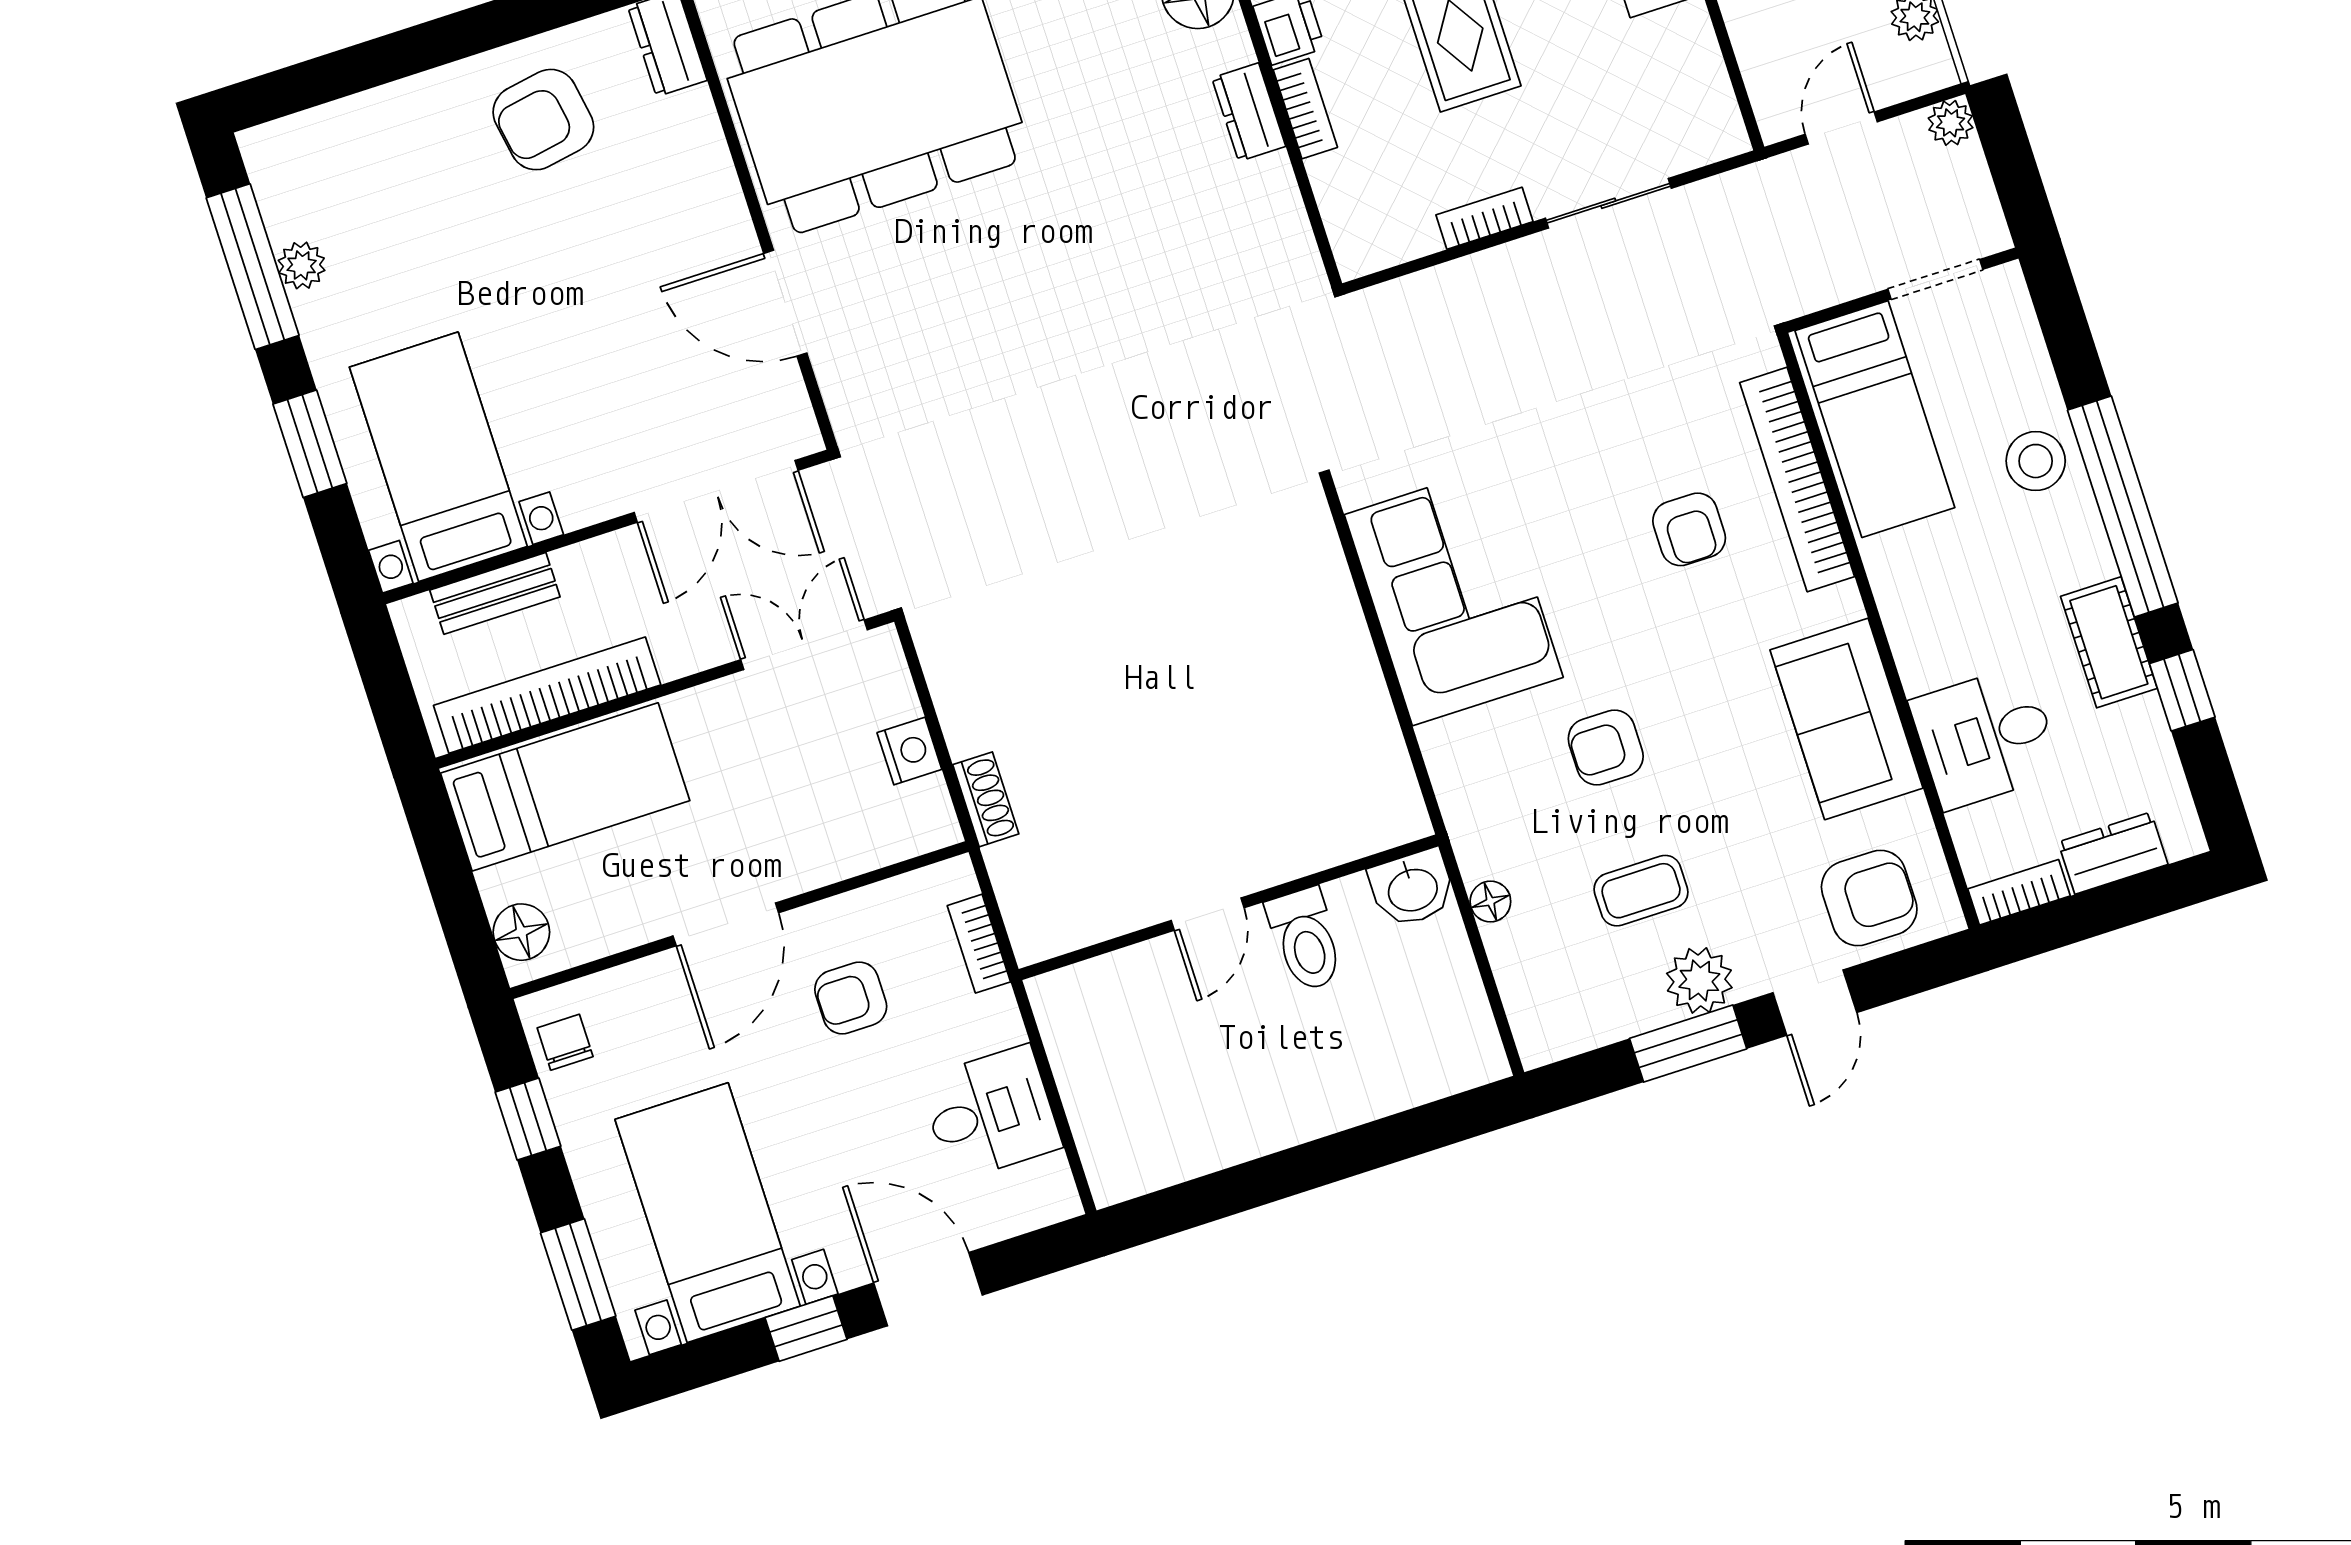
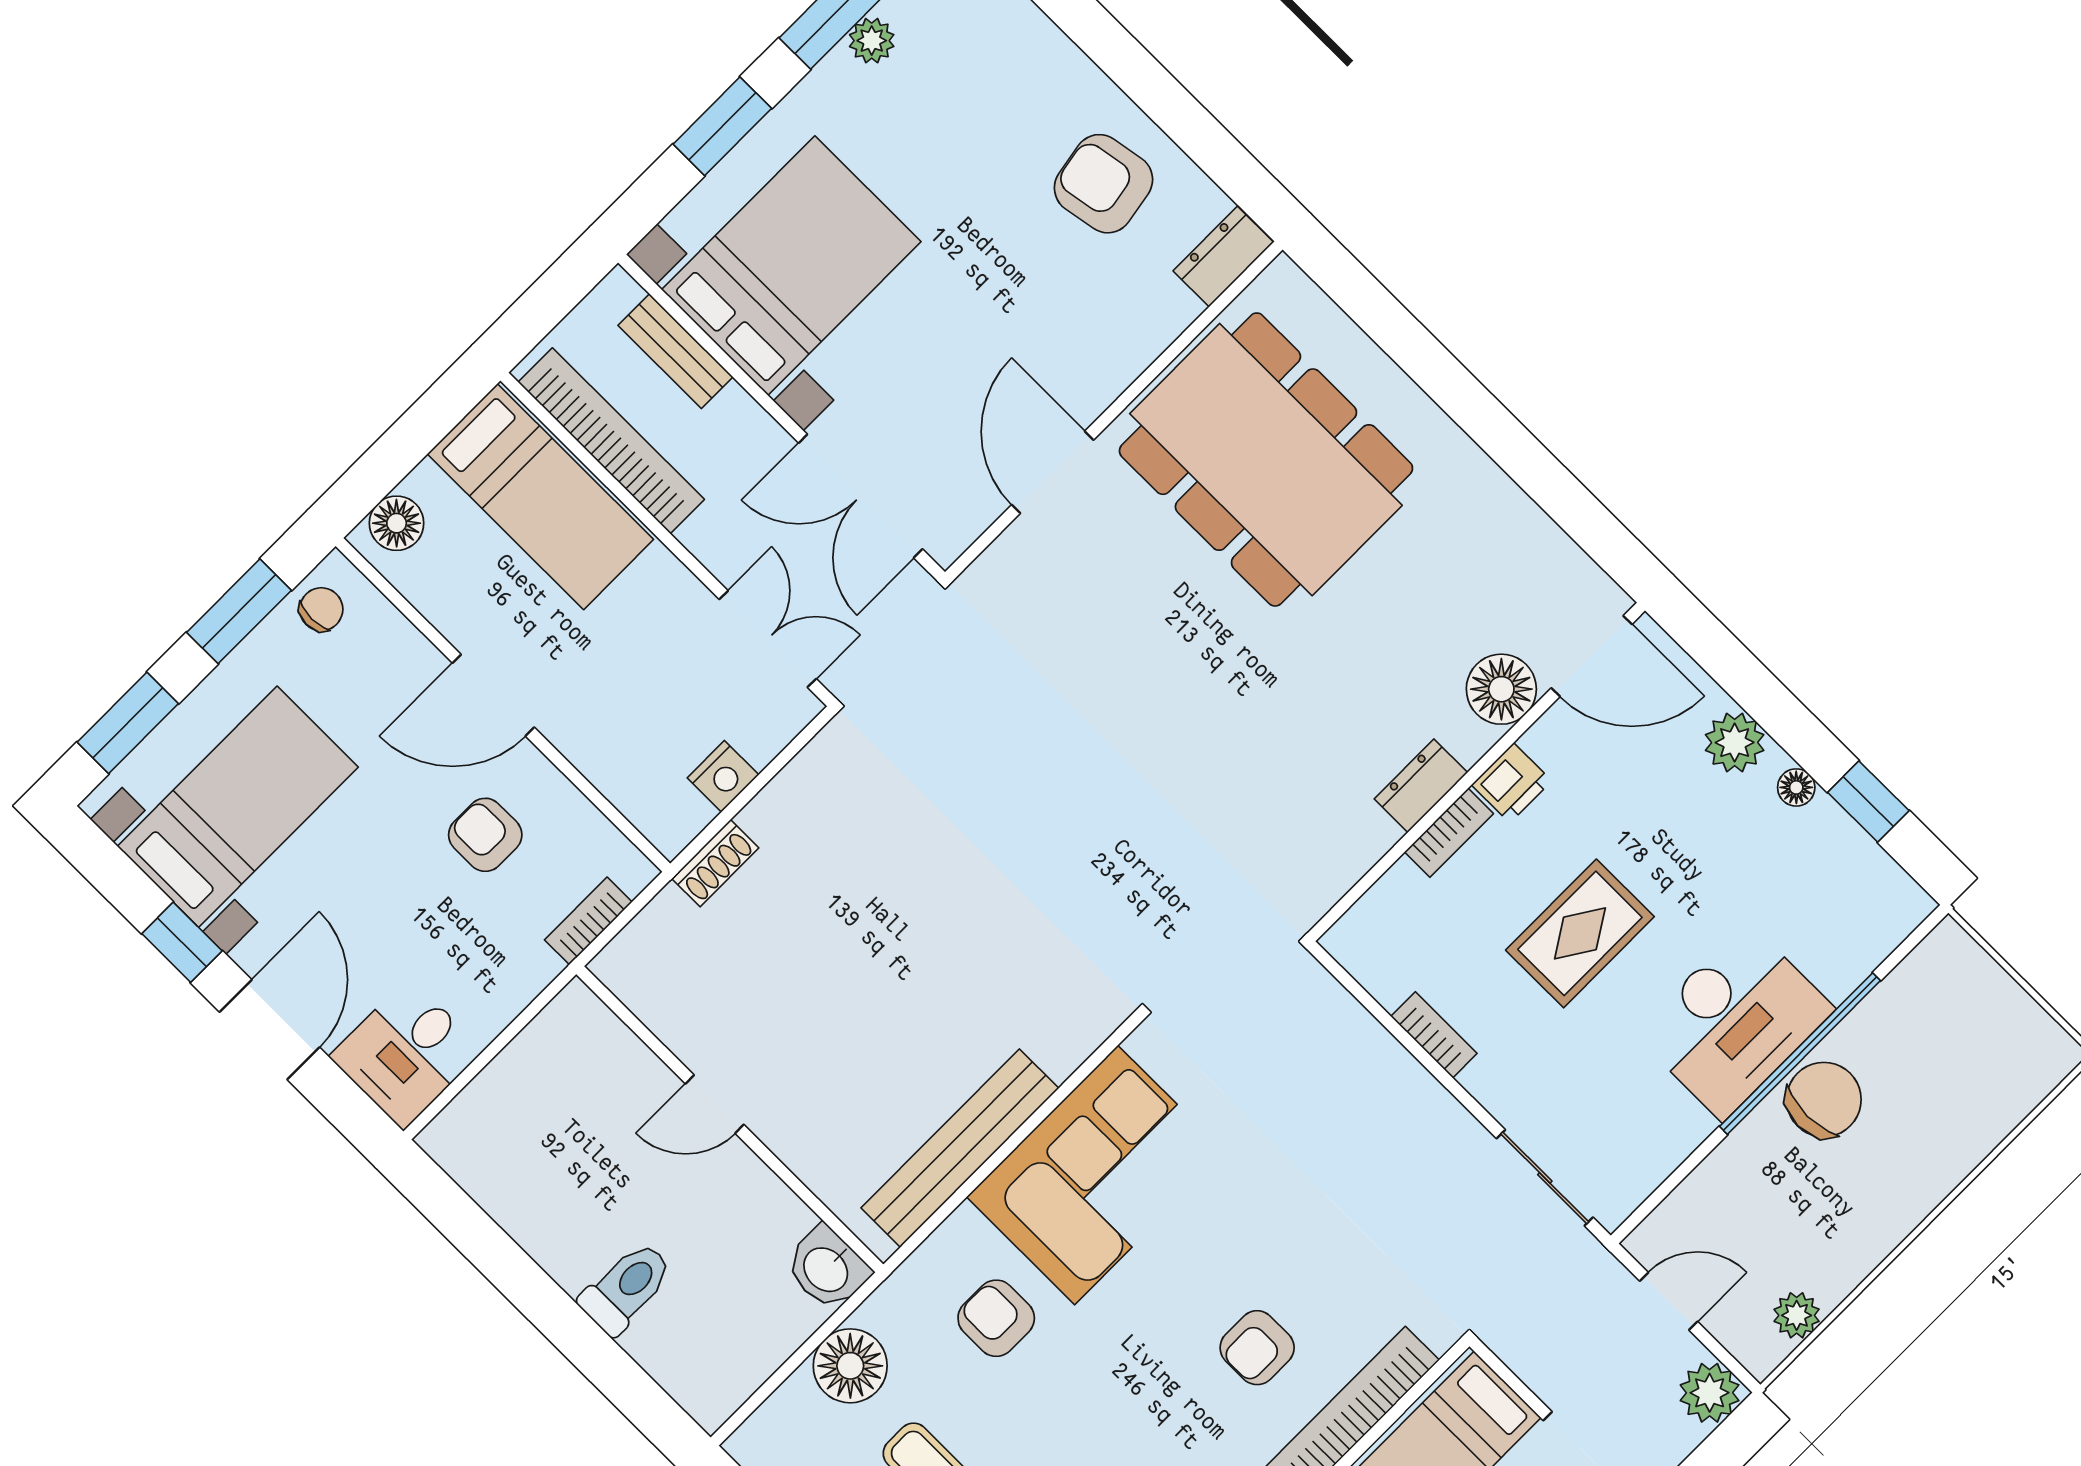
plant: (1951, 123) -> (1710, 1393), width x1.38, depth x1.38
sliding door: (1608, 203) -> (1545, 1178), moved
bed with nightstands: (438, 457) -> (791, 266), width x1.36
bench: (1364, 709) -> (960, 1148), added
armchair: (1606, 747) -> (996, 1318), moved
floor lamp: (1490, 901) -> (850, 1366), width x1.89, depth x1.89
toilet: (1306, 940) -> (626, 1288), moved, turned 180
desk: (990, 1113) -> (406, 1053), moved, turned 90
window: (528, 1119) -> (239, 611), width x1.50

